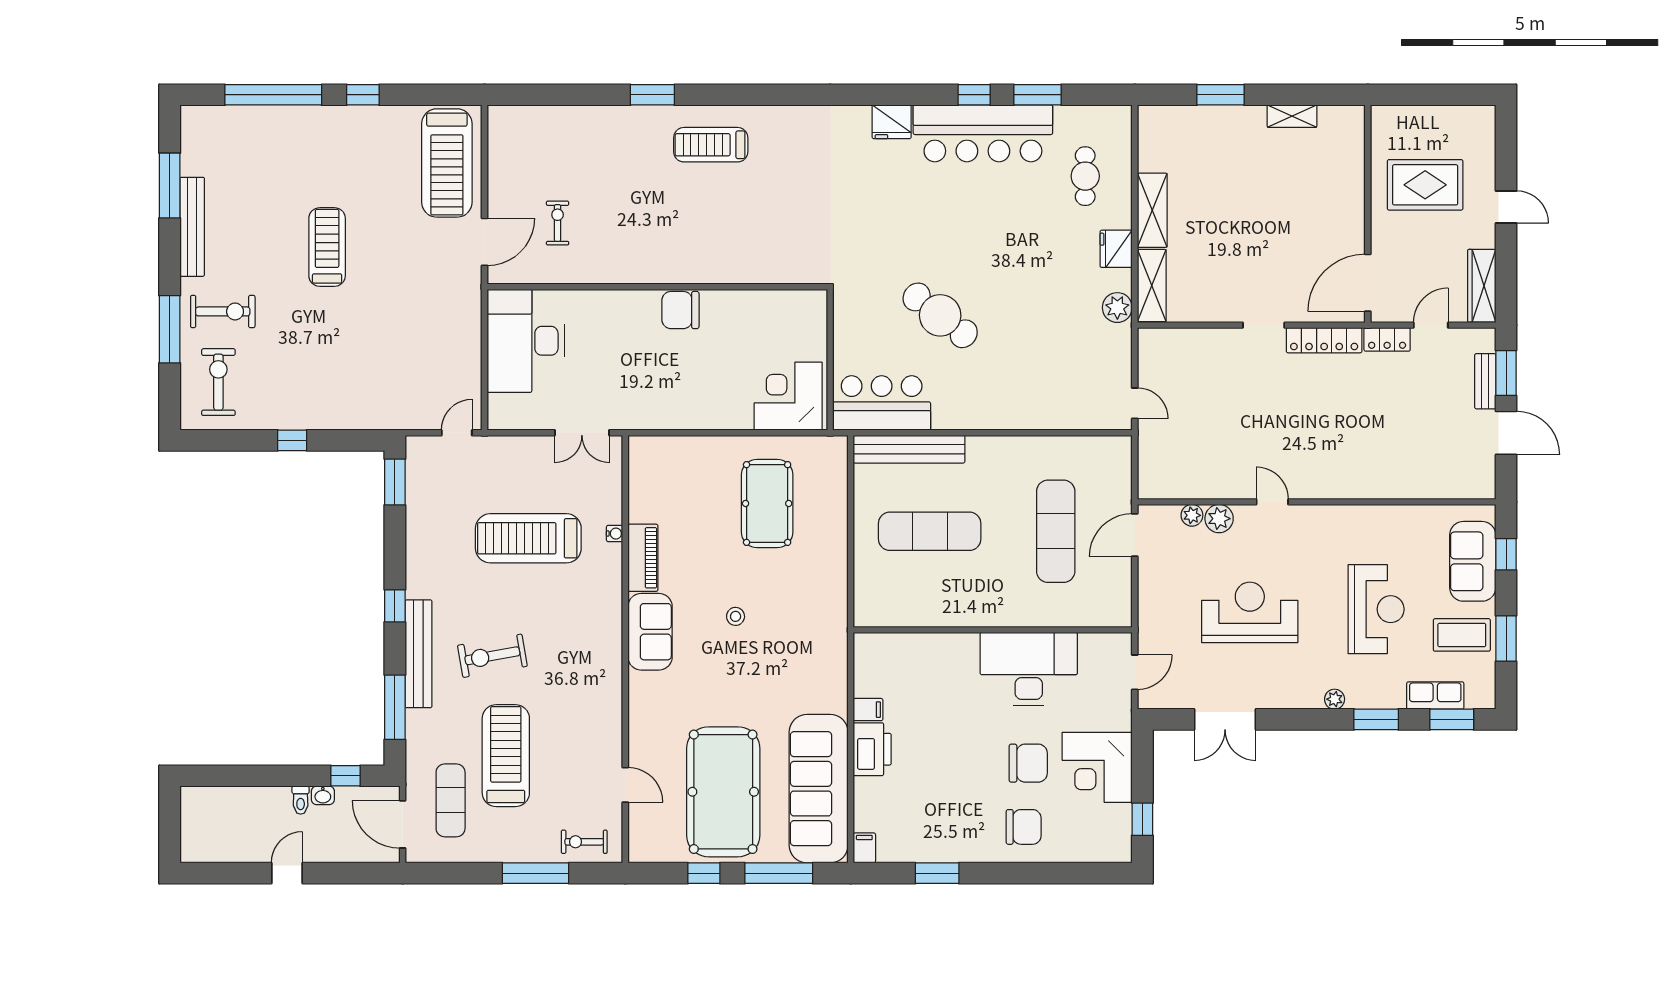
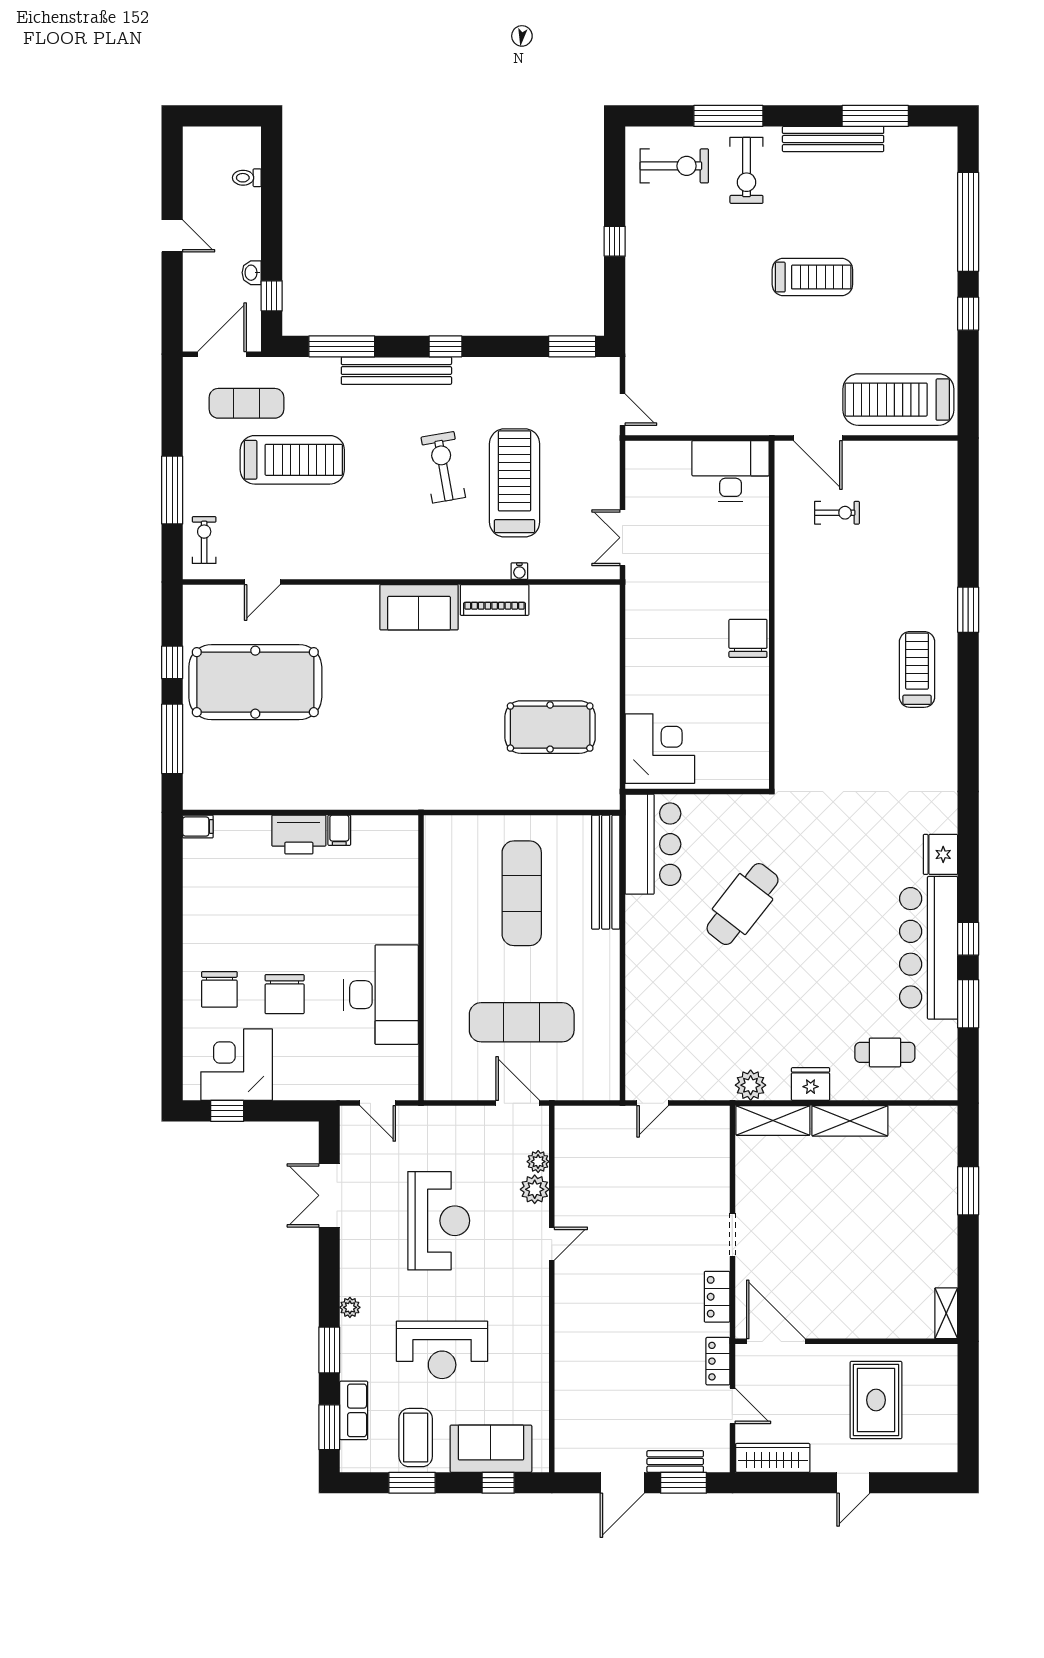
shelving: (1292, 116) -> (946, 1313), moved
locker: (1324, 340) -> (717, 1297), width x0.66
desk: (526, 341) -> (731, 471), width x0.73, depth x0.77
stool: (736, 616) -> (435, 695), removed
exercise bike: (492, 656) -> (443, 467), moved
corner desk: (1097, 767) -> (237, 1065), moved
sofa: (819, 789) -> (258, 780), removed
toilet: (301, 800) -> (247, 178), moved
window: (937, 873) -> (172, 901), removed

